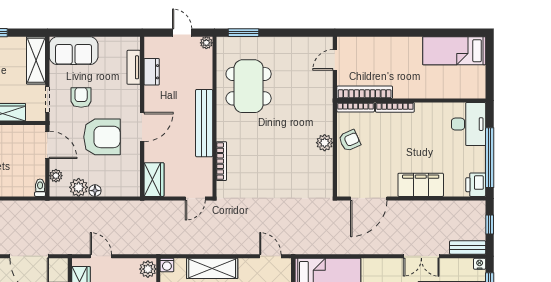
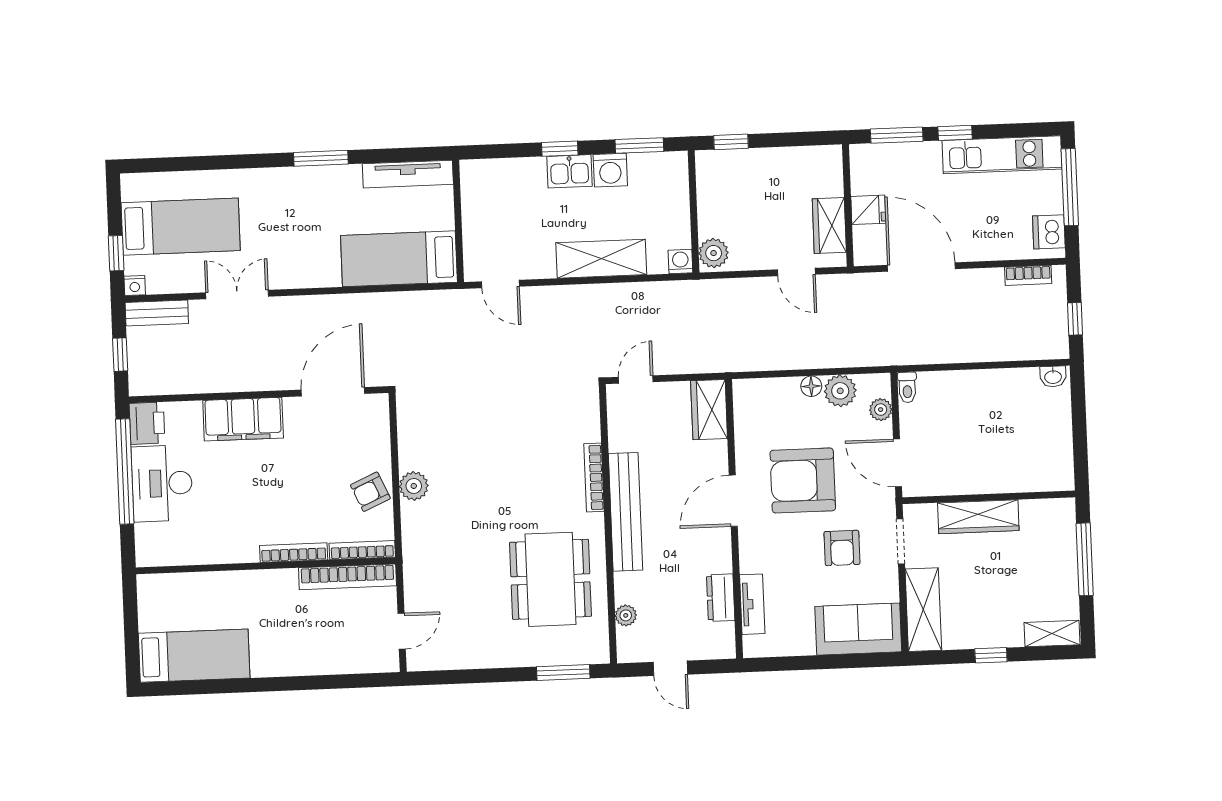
plant: (206, 43) -> (626, 615), moved
desk: (469, 124) -> (162, 483), moved
bookcase: (221, 161) -> (594, 477), moved

